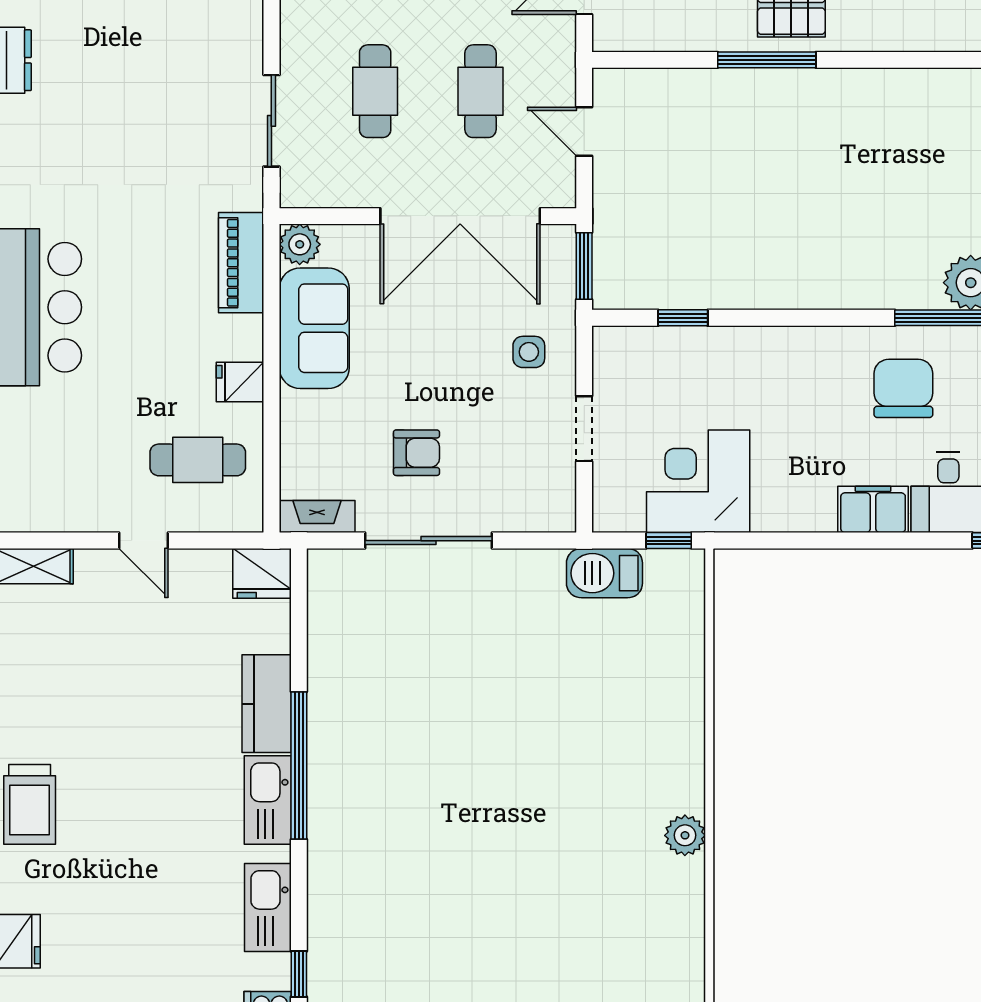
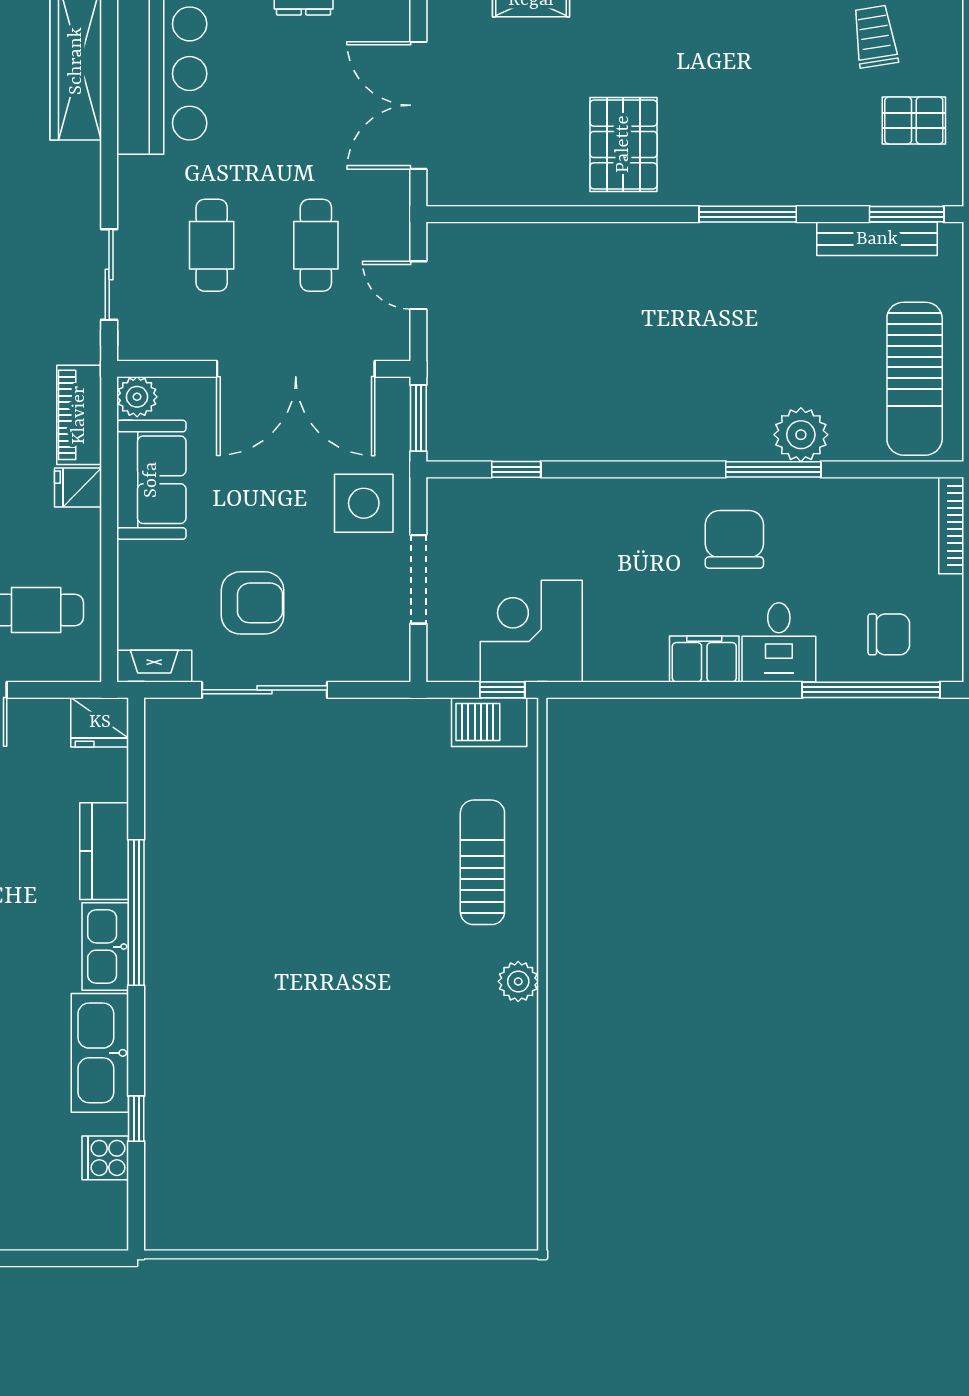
window: (767, 60) -> (748, 214), moved
side table: (529, 352) -> (364, 503), width x1.87, depth x1.87
fridge: (240, 382) -> (78, 487), moved
doorway: (584, 429) -> (418, 579), width x1.38
armchair: (416, 453) -> (253, 603), width x1.38, depth x1.38
barbecue: (604, 573) -> (489, 722), moved
sun lounger: (649, 715) -> (482, 862), added
kitchen sink: (268, 908) -> (100, 1053), width x1.36, depth x1.24

